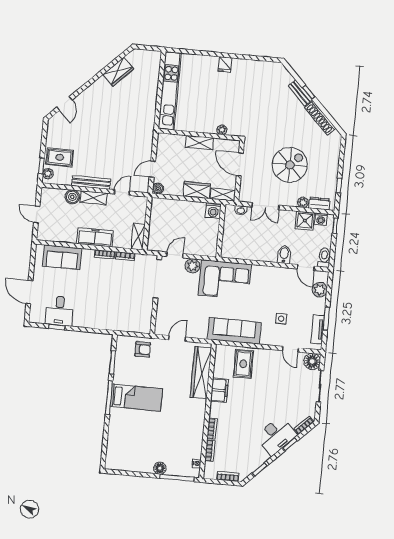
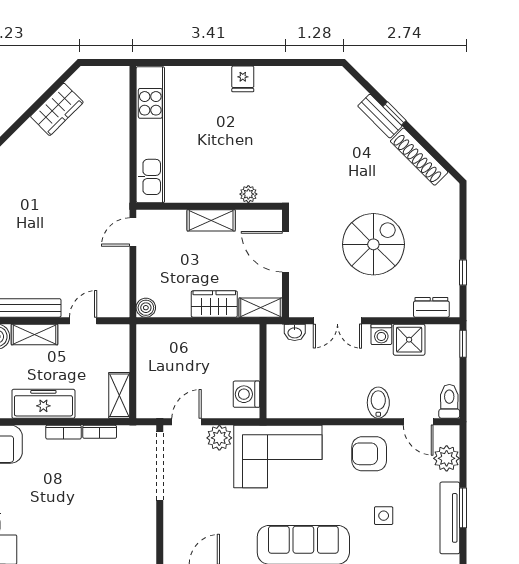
door: (152, 169) -> (133, 232), moved
plant: (303, 202) -> (403, 308), removed
washing machine: (213, 211) -> (247, 394), moved, turned 90
washing machine: (321, 219) -> (381, 334), moved
armchair: (276, 283) -> (369, 454), added
tv unit: (318, 329) -> (450, 518), width x1.41

